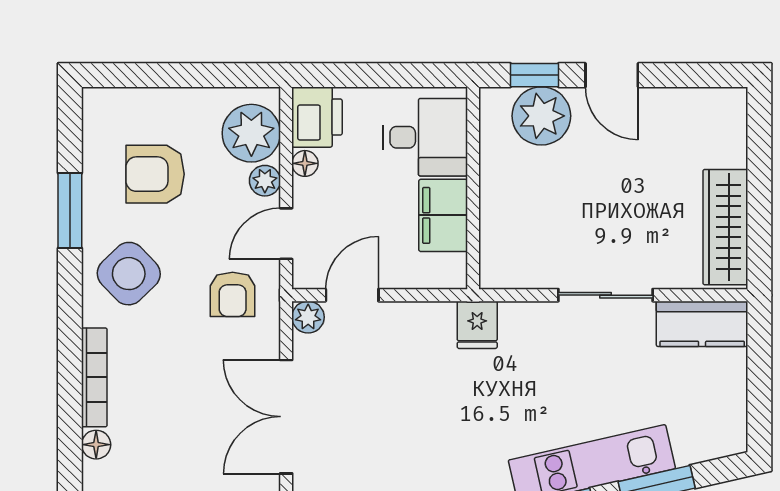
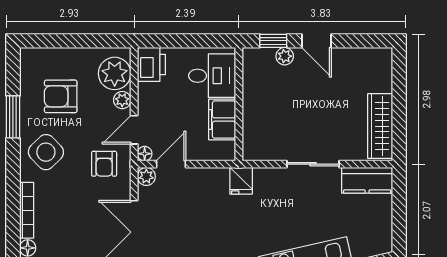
plant: (541, 116) -> (285, 56), width x0.53, depth x0.53
floor lamp: (305, 163) -> (145, 154), moved

